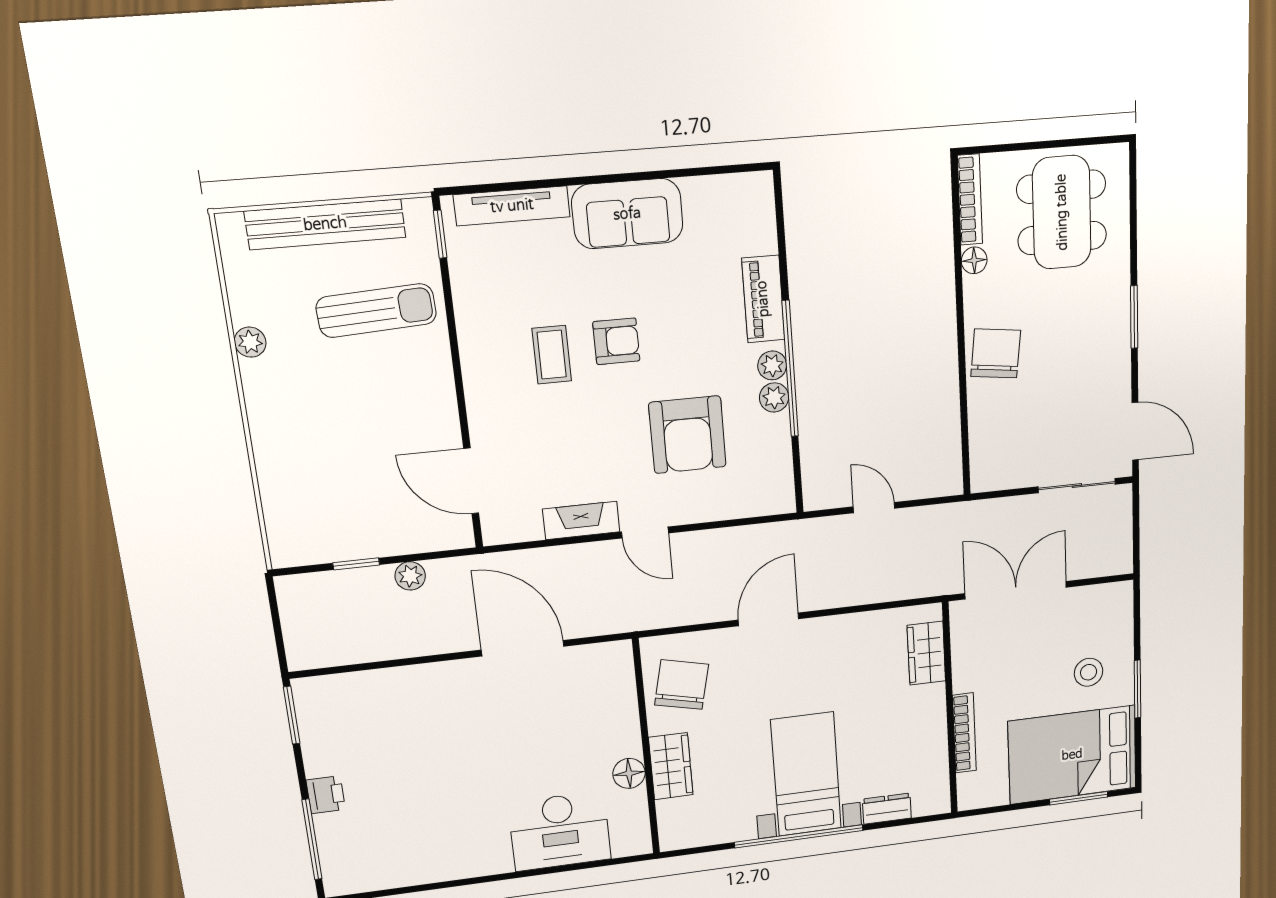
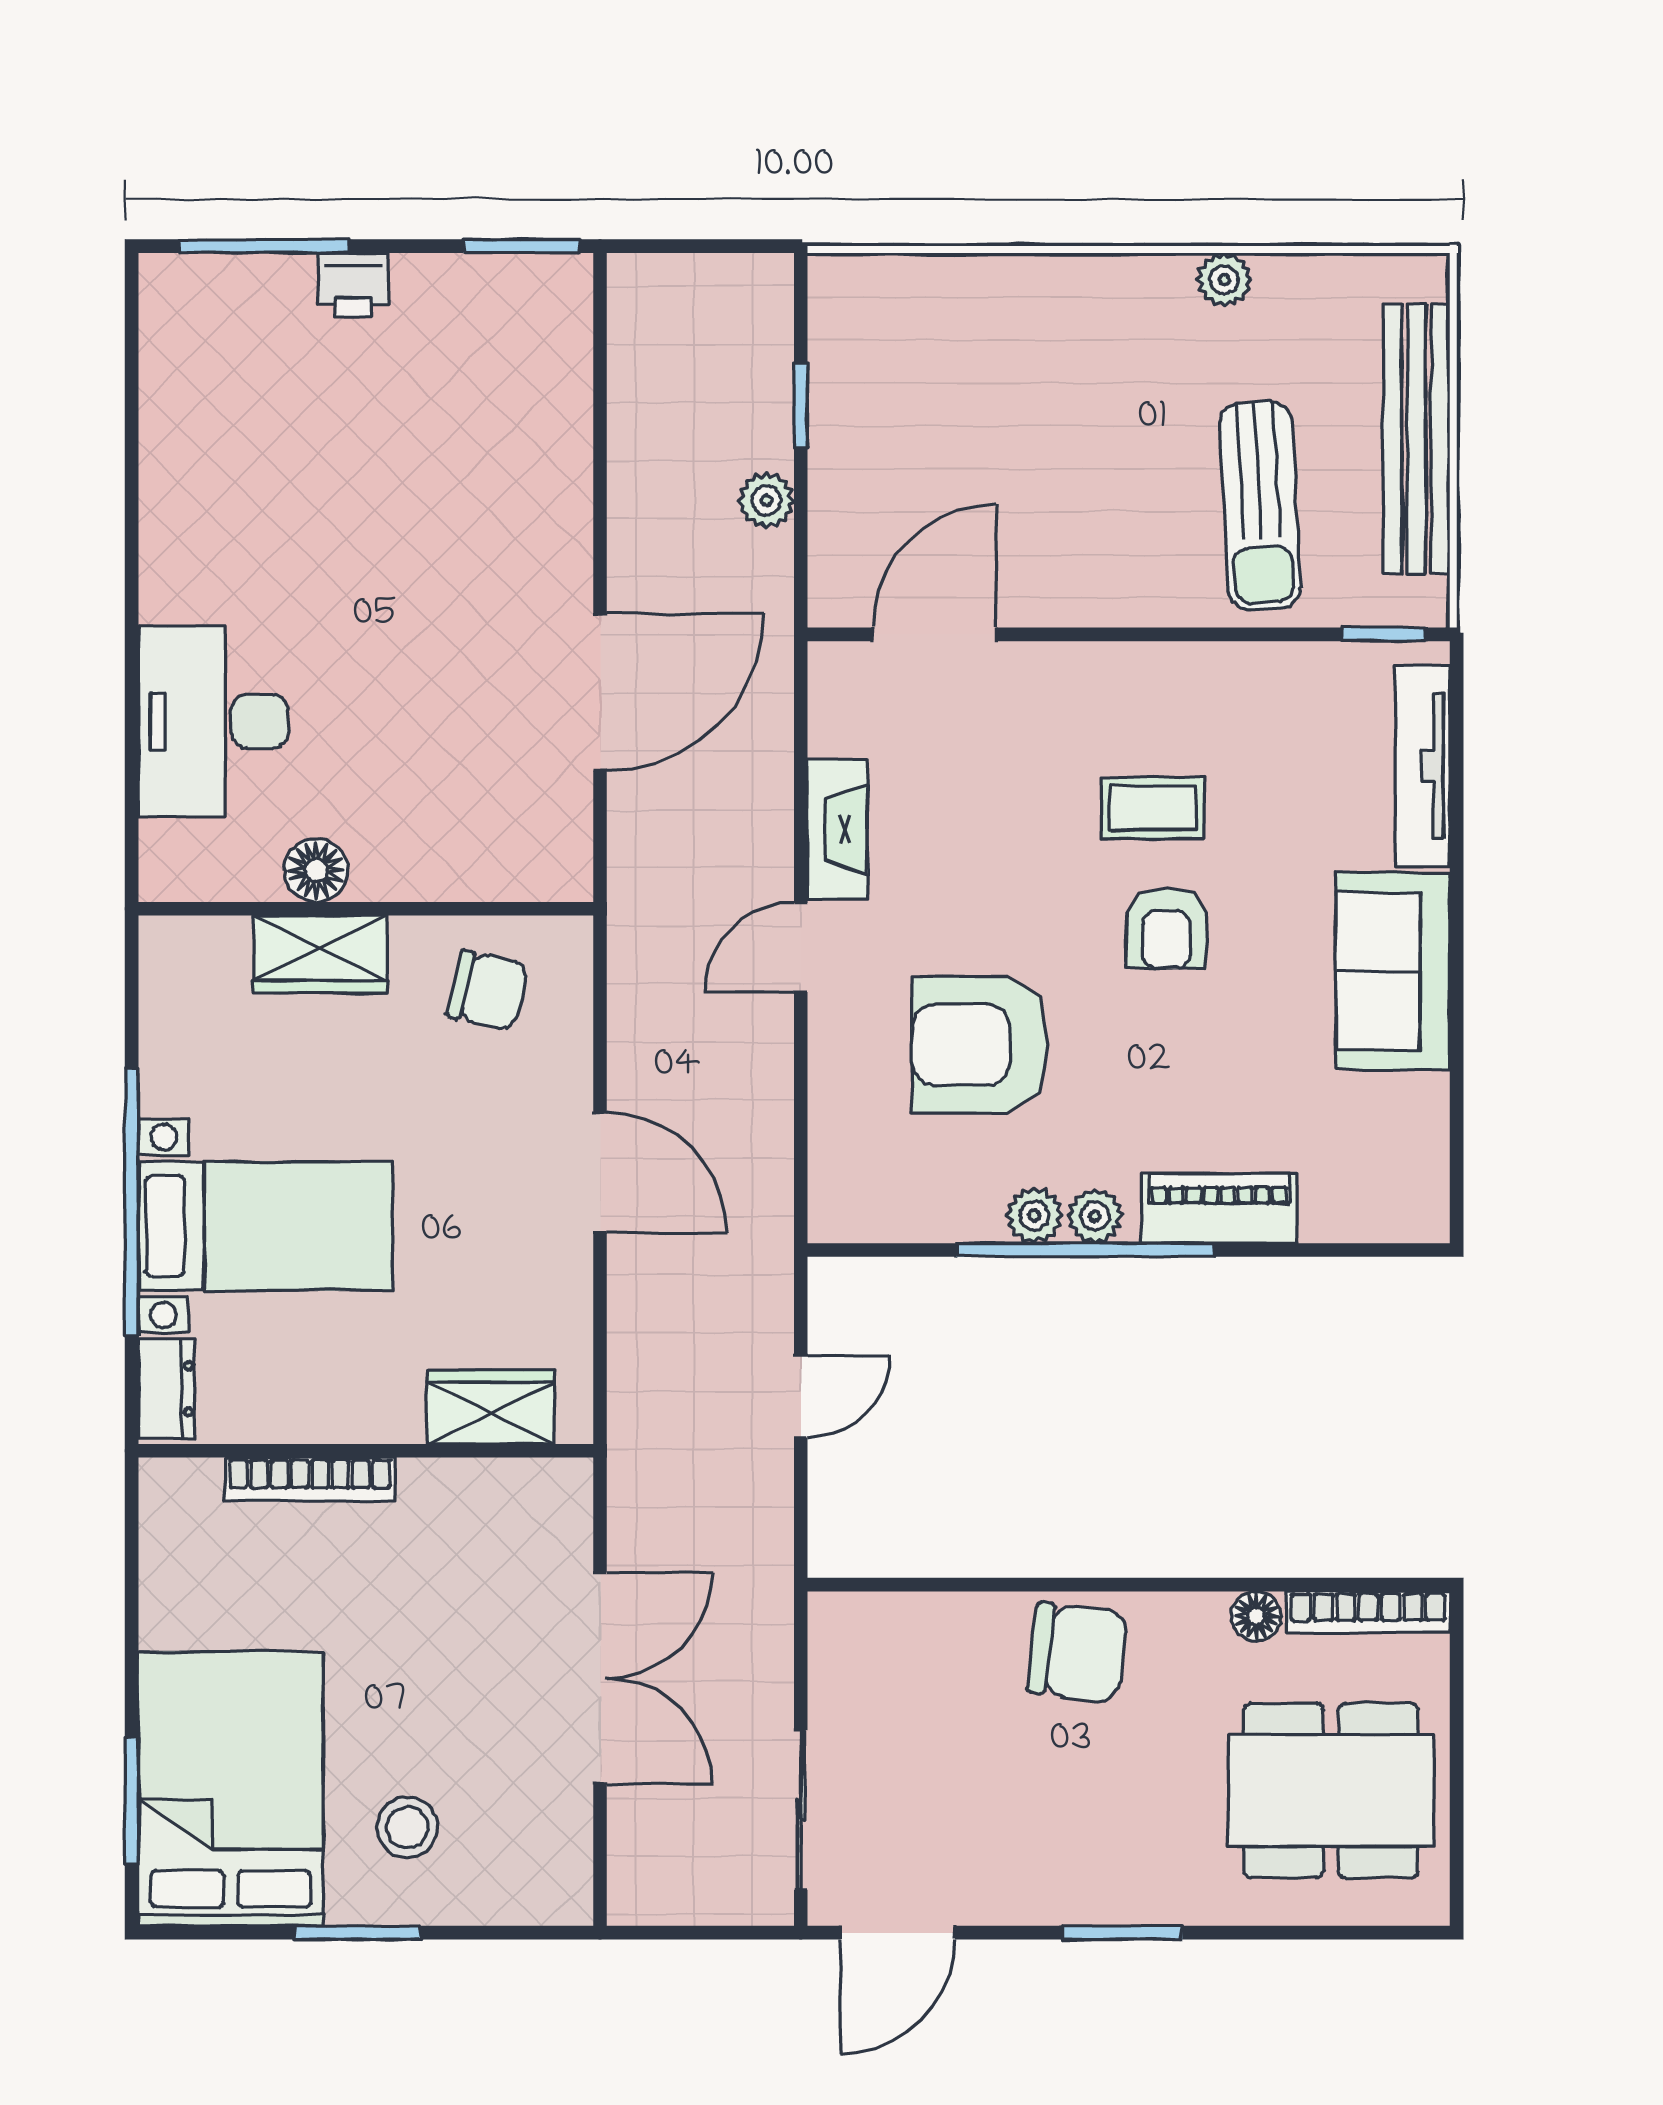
wardrobe: (926, 653) -> (491, 1407), moved
chair: (682, 685) -> (488, 991), width x0.73, depth x0.73
wall: (950, 709) -> (366, 1451), moved
bookcase: (964, 733) -> (310, 1479), moved

